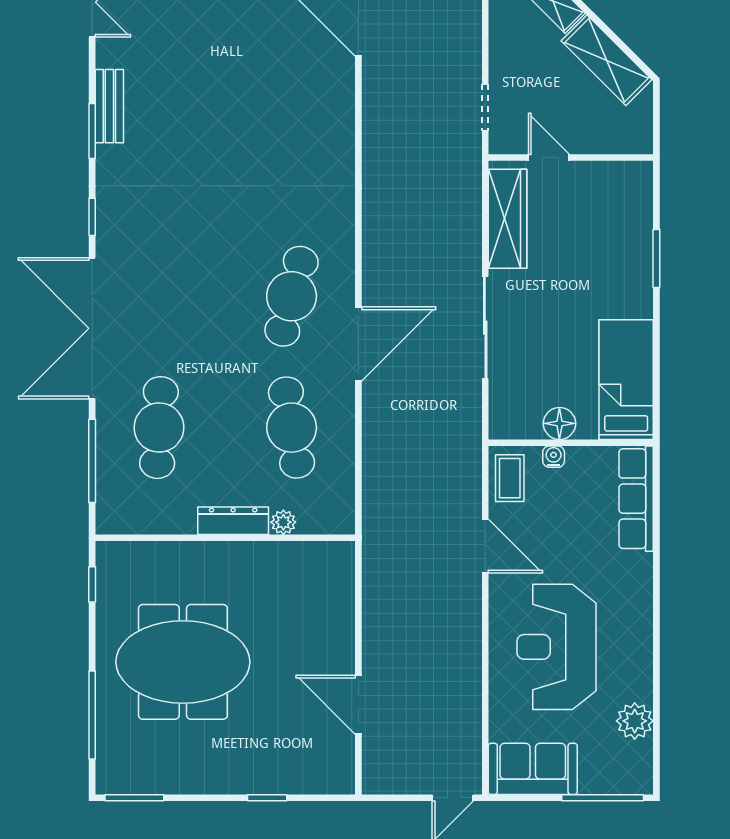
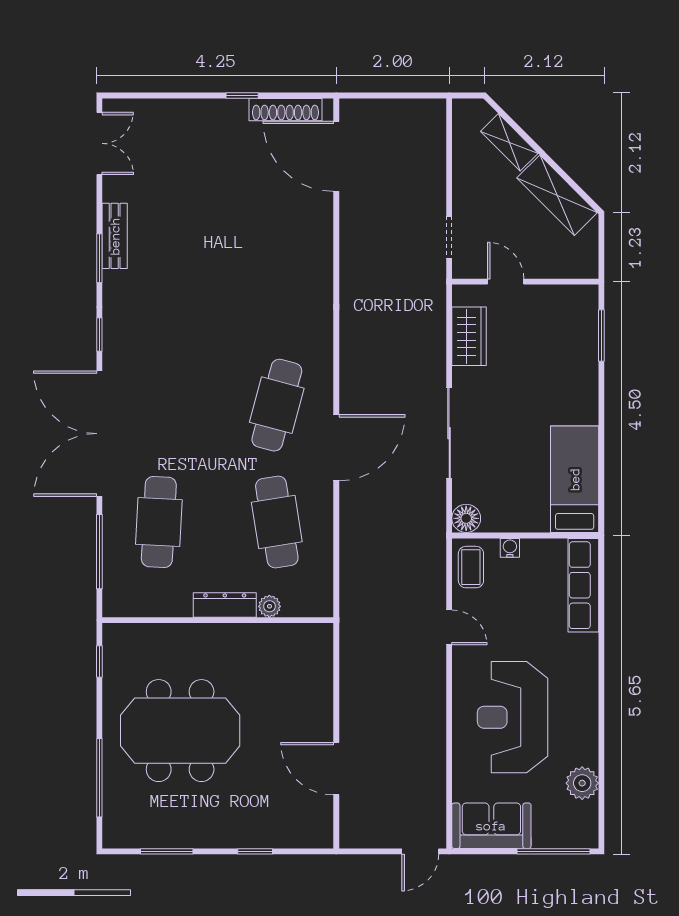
wardrobe: (508, 219) -> (469, 336), width x0.67
window: (656, 259) -> (601, 336), moved
floor lamp: (559, 423) -> (466, 518), moved
door: (485, 546) -> (449, 627), width x0.73
window: (134, 798) -> (167, 851), moved

